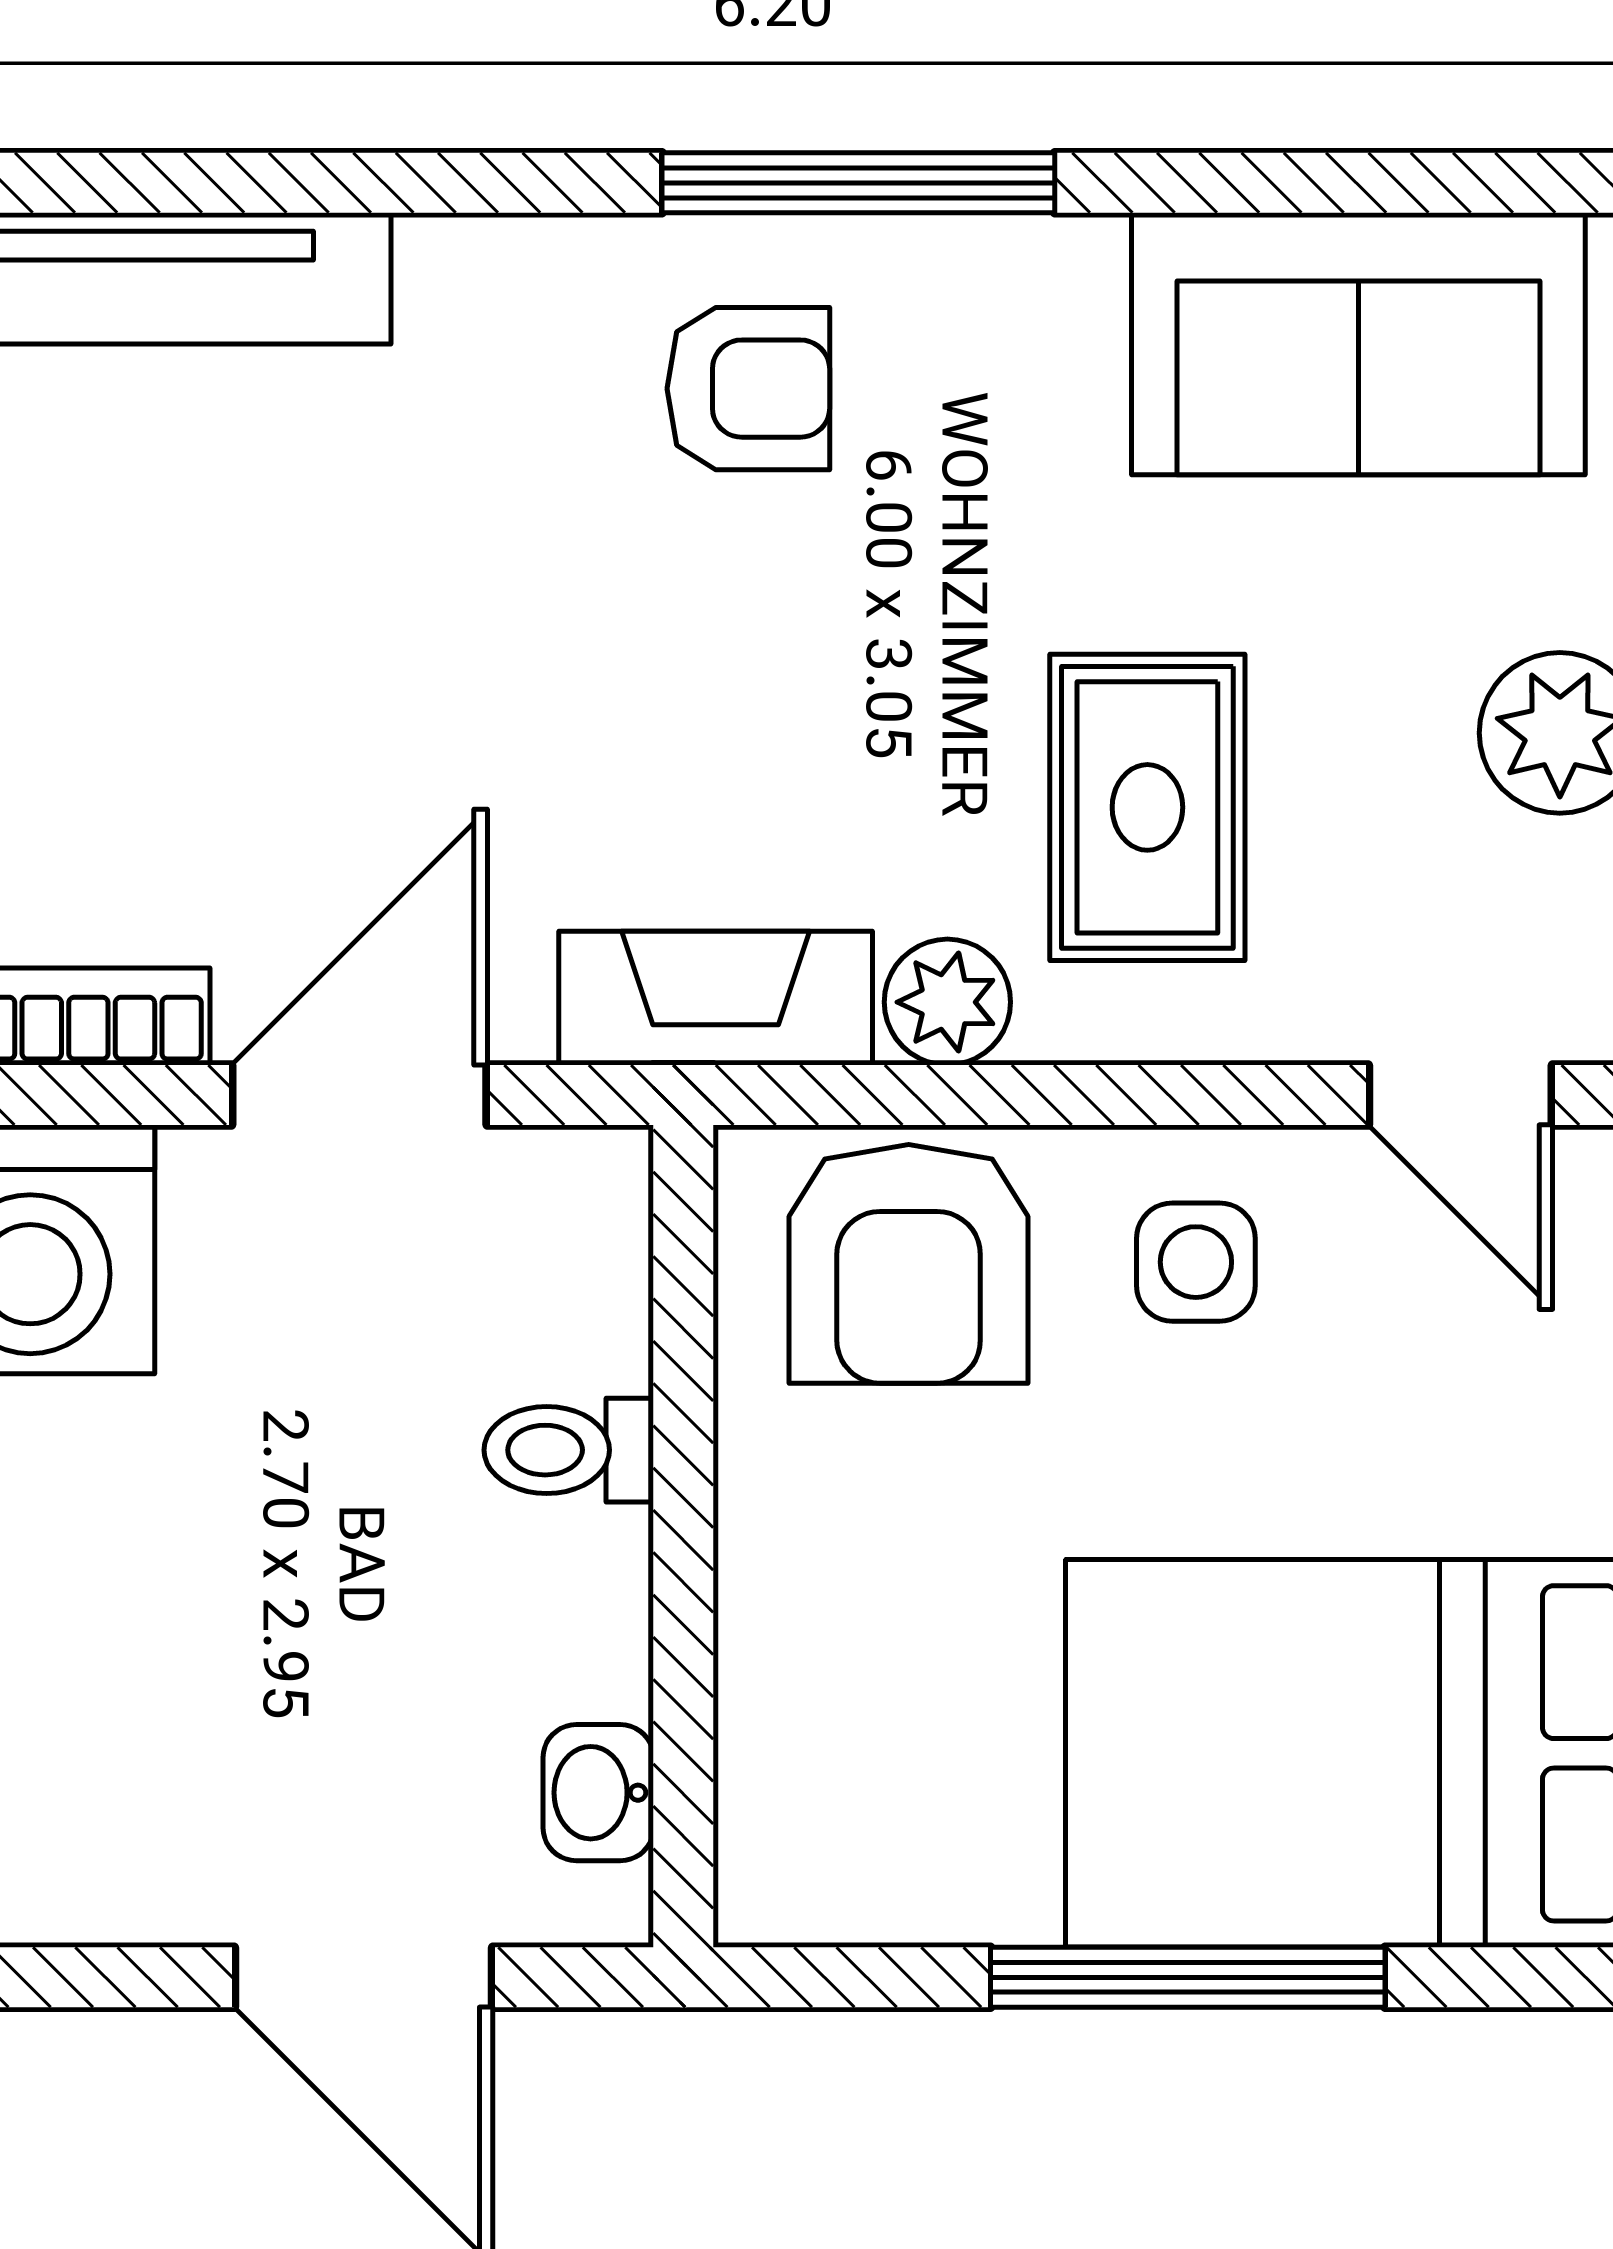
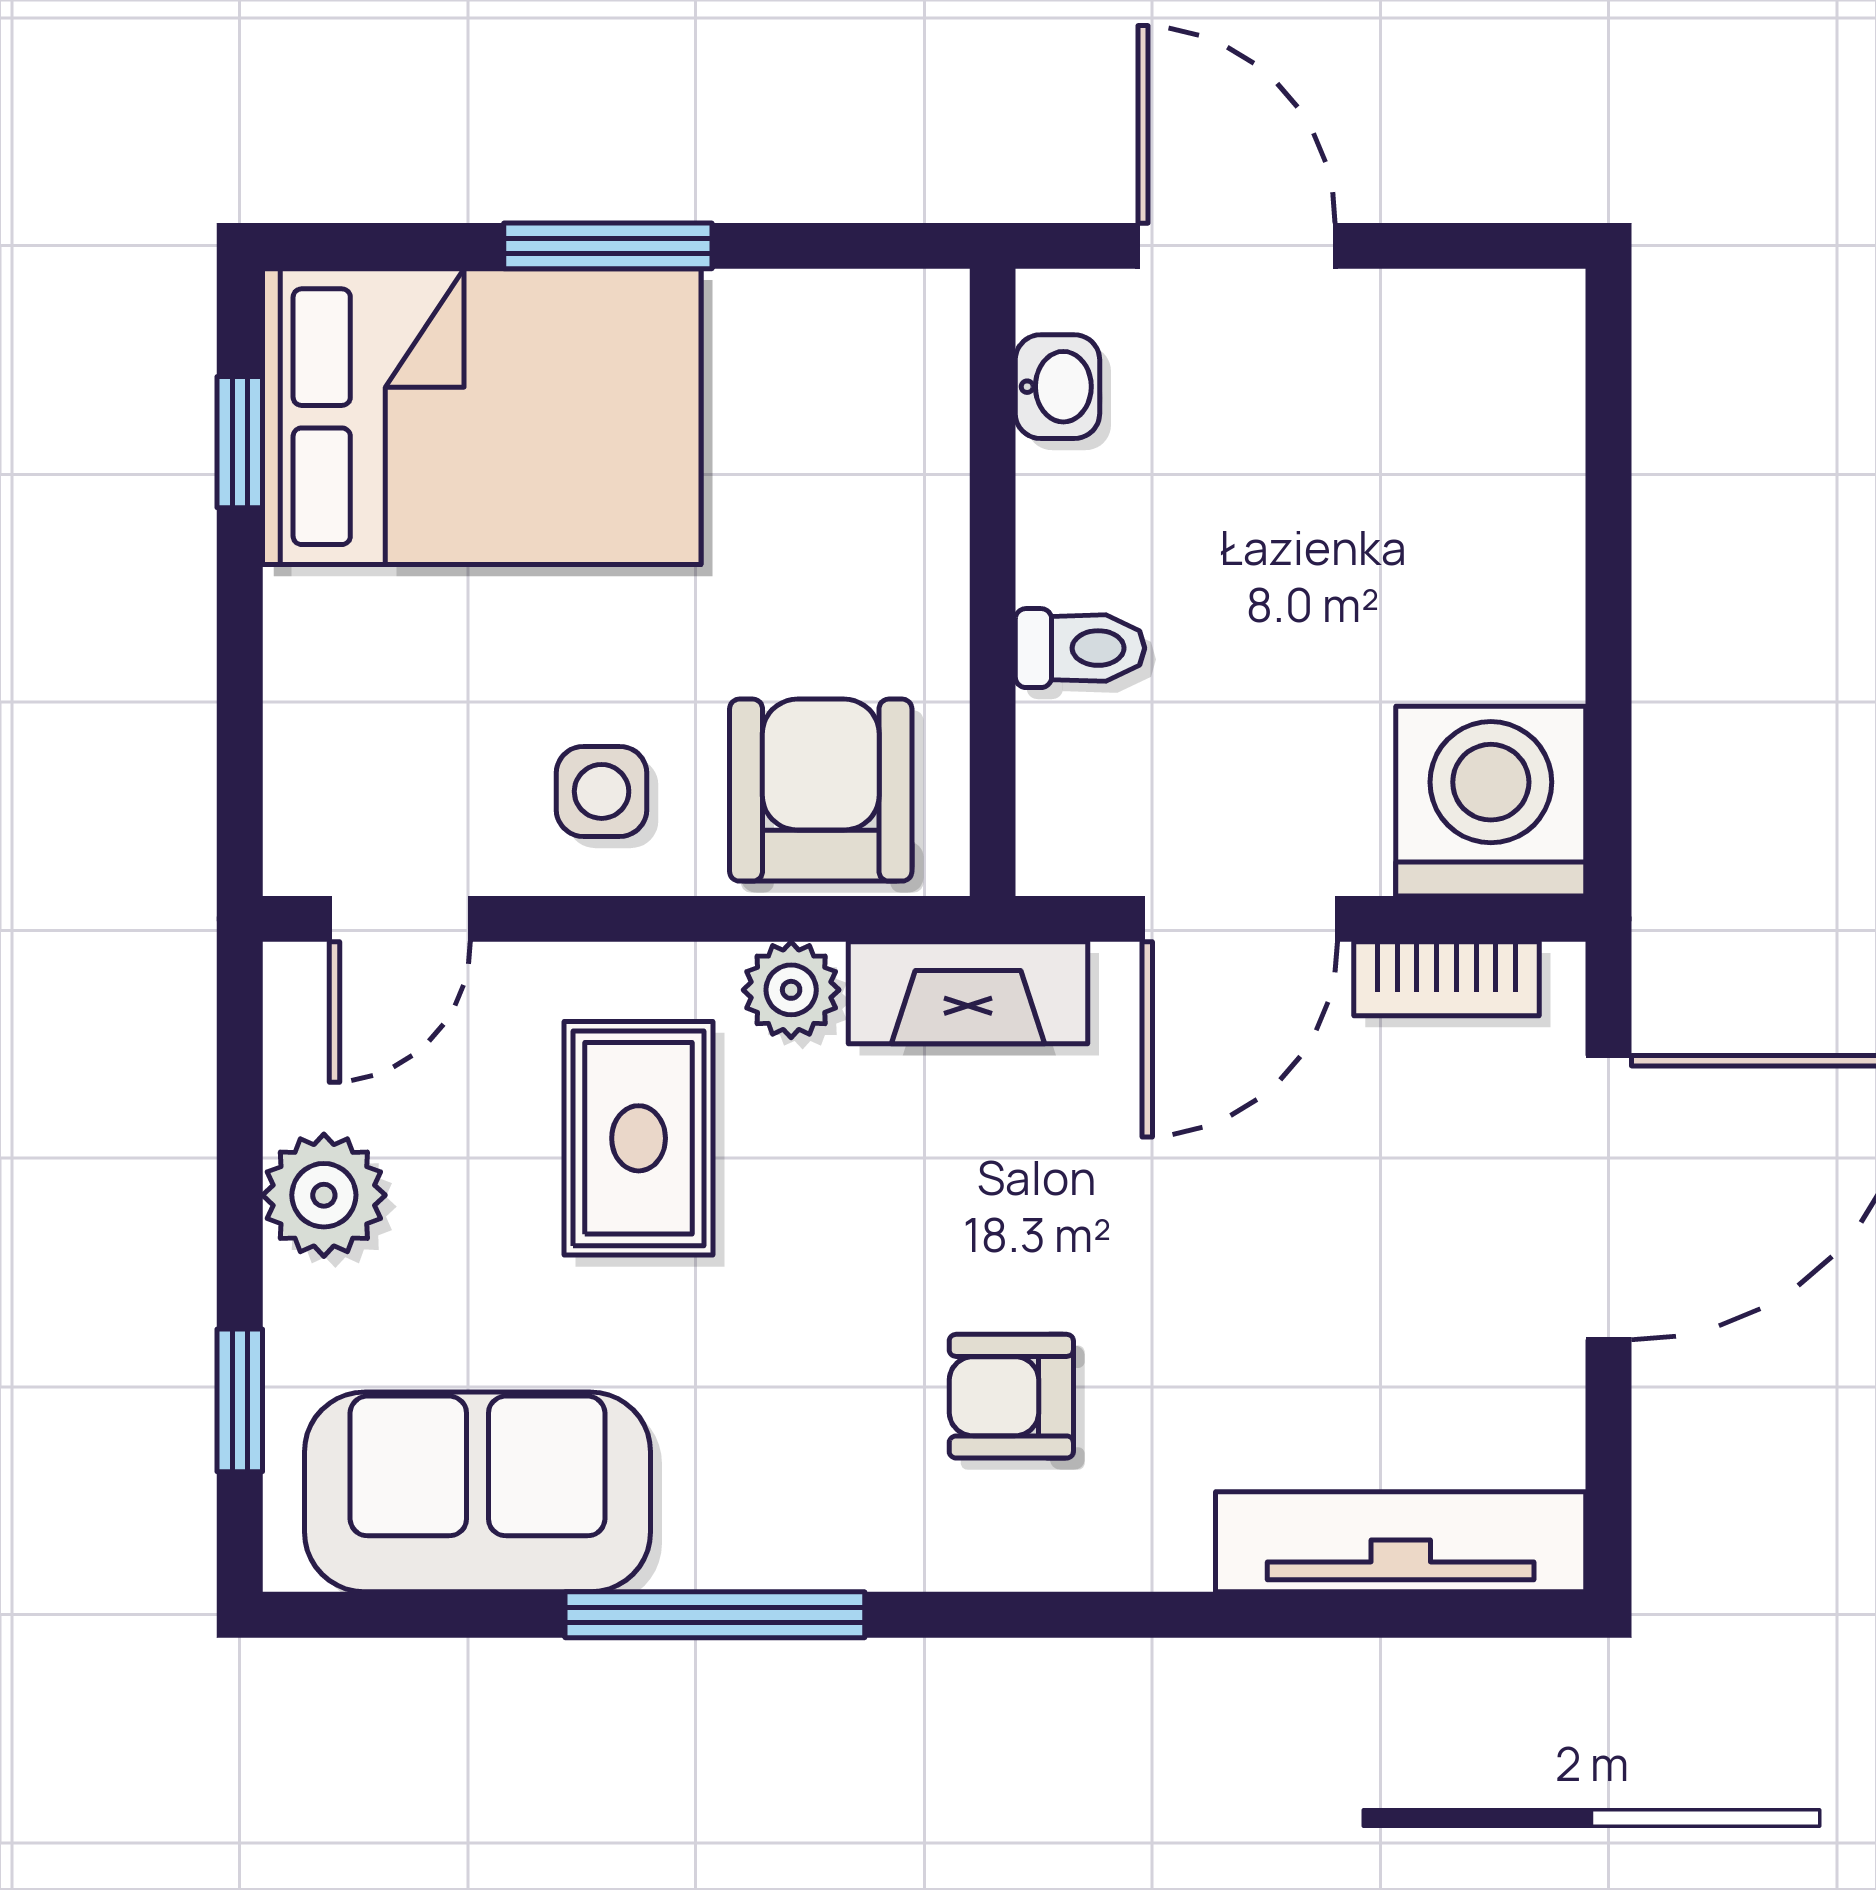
window: (858, 183) -> (715, 1615), moved
armchair: (748, 389) -> (1011, 1396), moved
door: (1460, 1095) -> (400, 919), swing flipped
window: (1188, 1977) -> (608, 246), width x0.69

